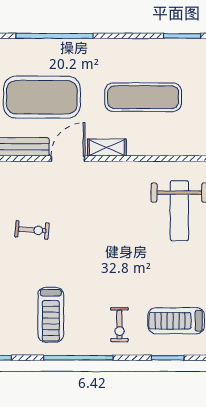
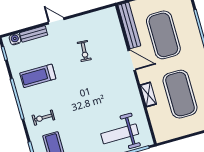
exercise mat: (143, 97) -> (180, 94), width x1.47
shelving: (107, 148) -> (148, 95), moved

